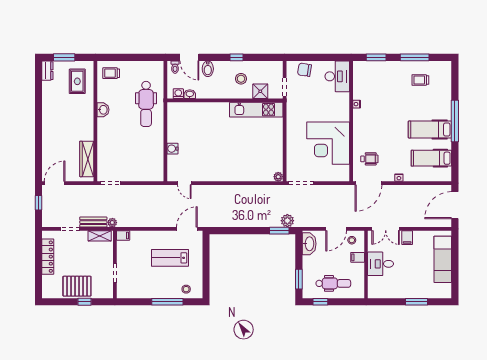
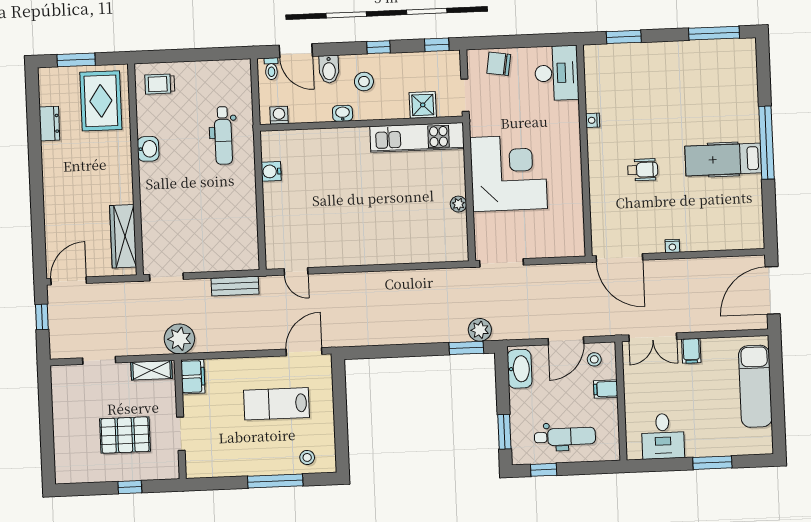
window: (270, 57) -> (437, 45), added
window: (415, 57) -> (714, 33), moved
dresser: (47, 71) -> (49, 124), moved
stool: (241, 79) -> (364, 82), moved
trolley: (420, 80) -> (703, 73), removed
rug: (77, 81) -> (101, 101), width x1.36, depth x1.43
washbasin: (190, 94) -> (343, 113), moved
dental chair: (146, 104) -> (223, 135), width x0.73, depth x0.72
corner desk: (328, 143) -> (509, 173), moved, turned 180
water cooler: (172, 149) -> (271, 171), moved
hospital bed: (431, 158) -> (728, 210), removed
wheelchair: (369, 159) -> (643, 170), moved
plant: (278, 177) -> (458, 204), moved
door: (368, 183) -> (619, 258), hinge flipped
bench: (93, 222) -> (235, 286), moved
plant: (112, 223) -> (179, 339), width x1.88, depth x1.88
filing cabinet: (123, 236) -> (193, 377), width x2.00
locker: (48, 257) -> (62, 411), removed
desk: (381, 264) -> (663, 436), moved, turned -90
pallet: (77, 286) -> (125, 435), moved

